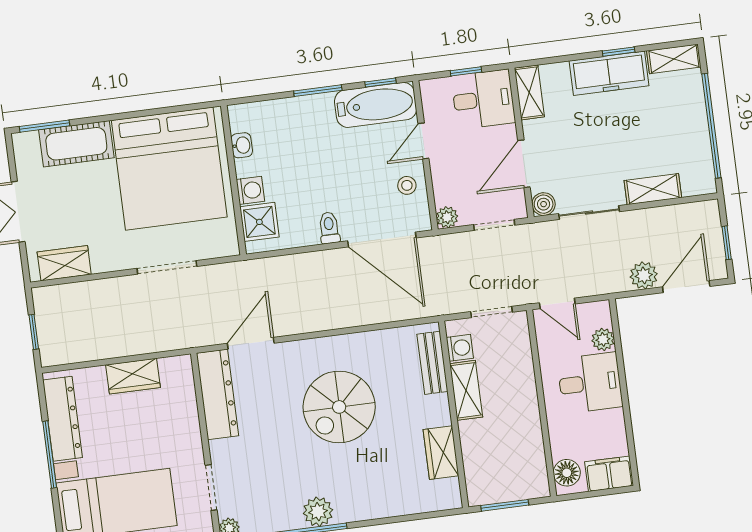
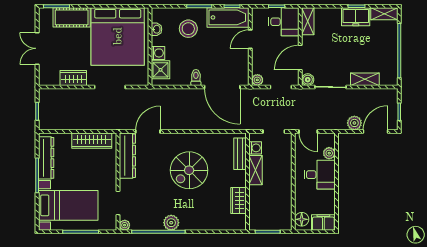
freezer: (609, 73) -> (356, 17), width x0.71
stool: (407, 185) -> (188, 29), moved, width x1.89, depth x1.89
wardrobe: (64, 263) -> (73, 78), moved
wardrobe: (133, 376) -> (92, 141), width x1.50

